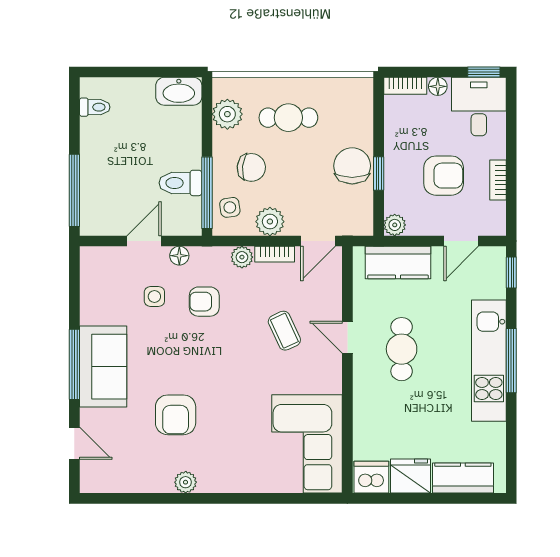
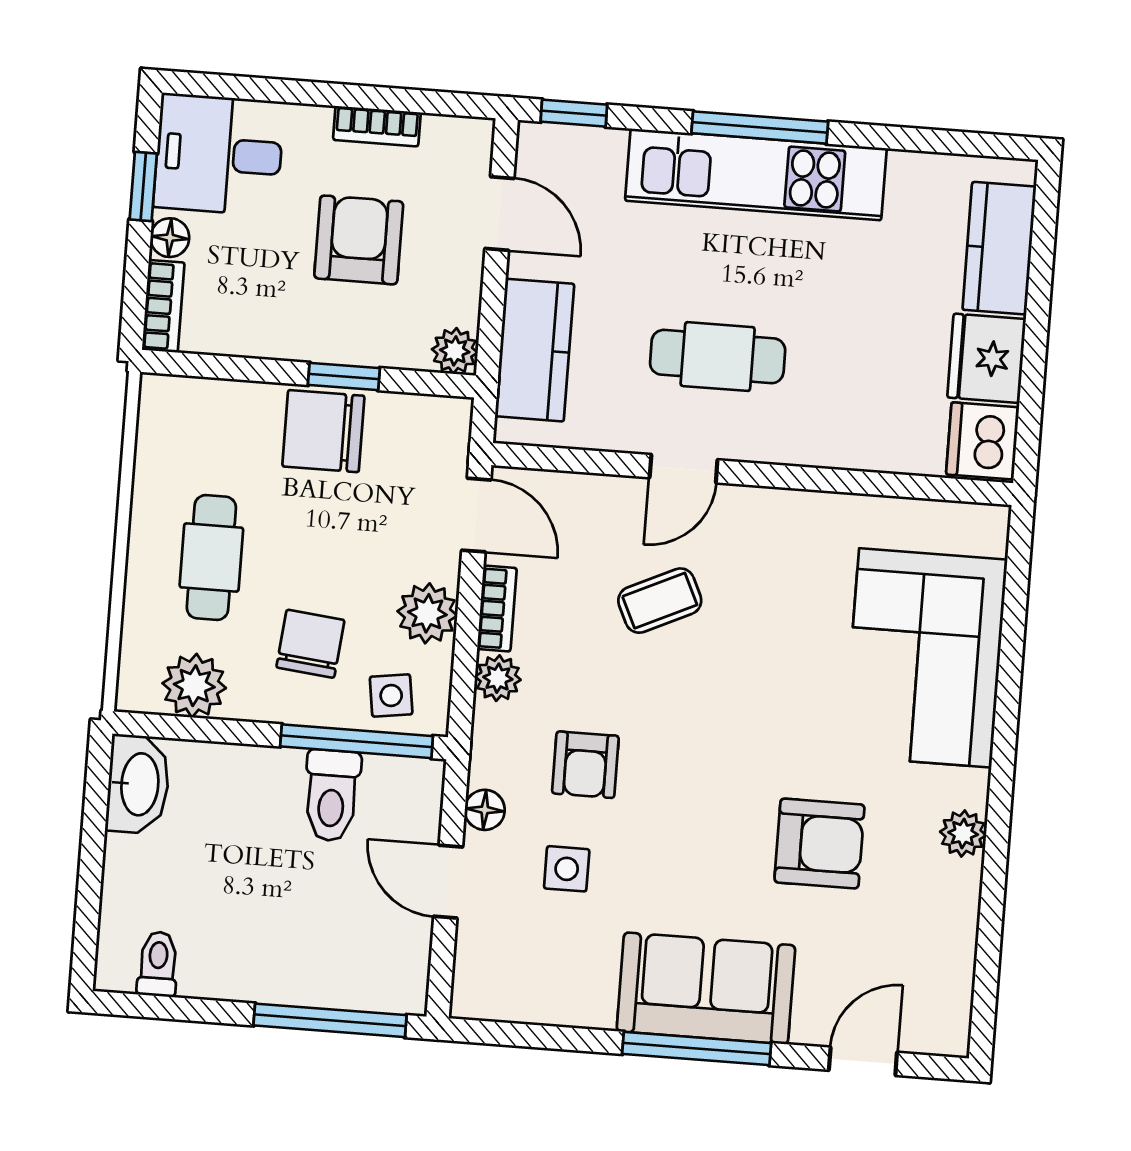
window: (484, 72) -> (143, 187), moved
corner sofa: (307, 444) -> (925, 658), moved, turned 90

